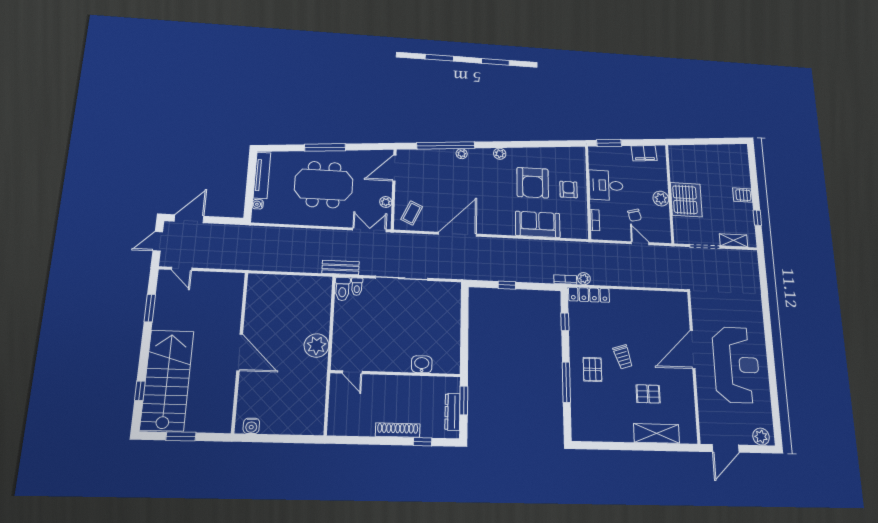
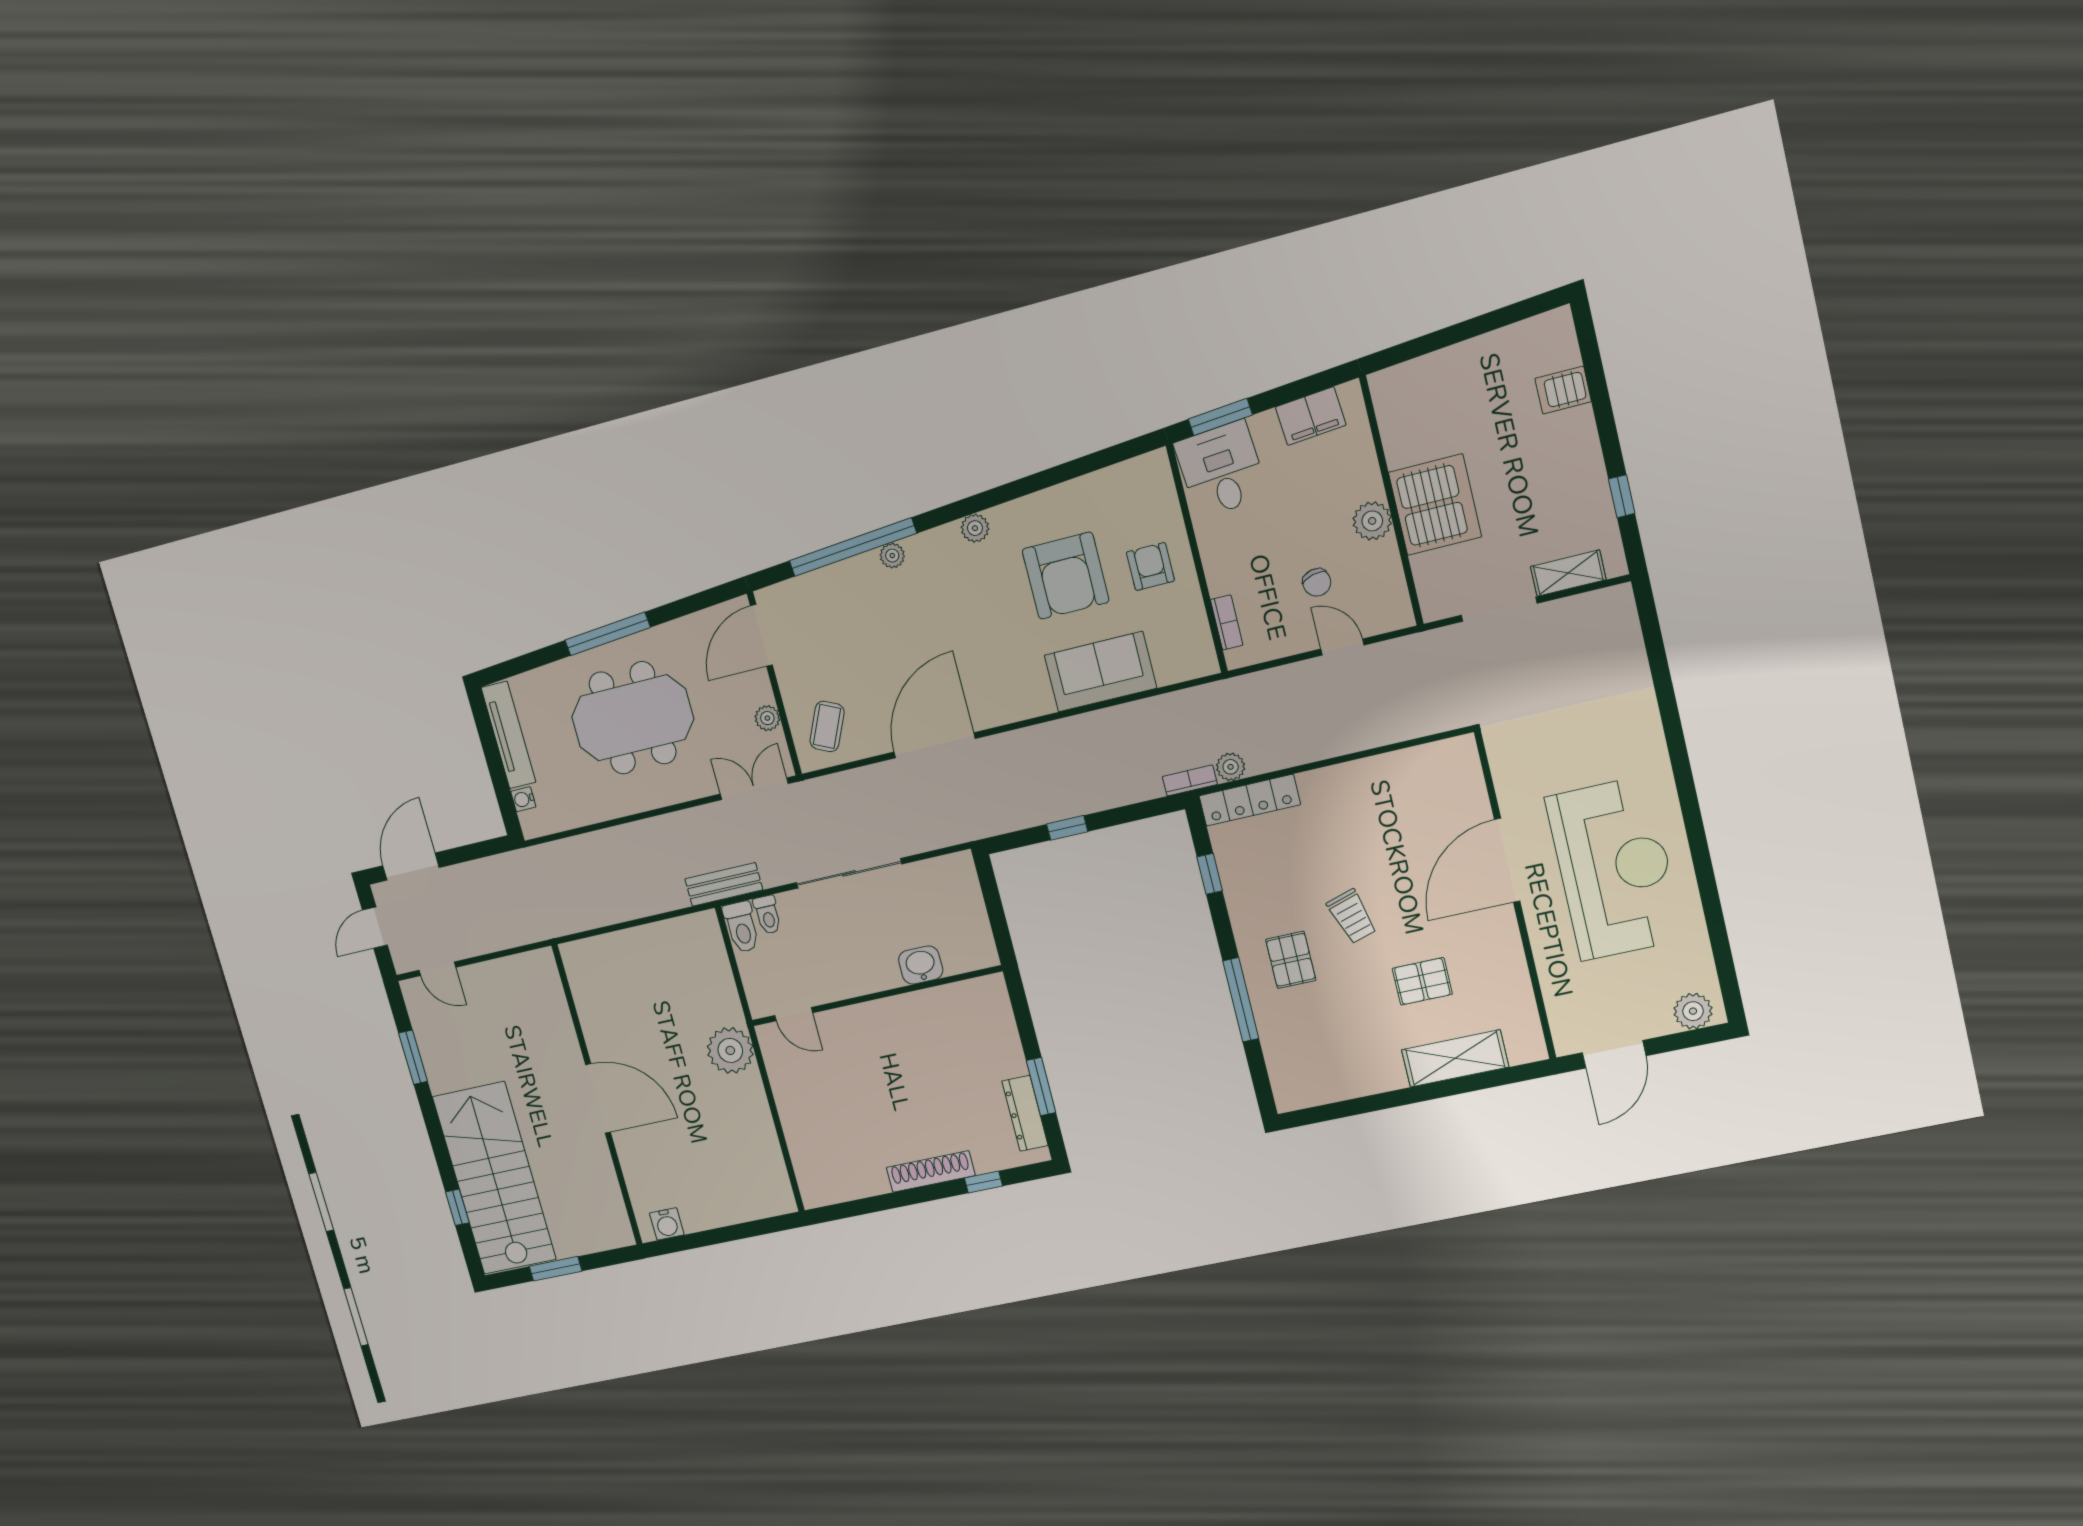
desk: (606, 185) -> (1221, 469), moved, turned 85
server rack: (743, 195) -> (1563, 390), moved
washbasin: (422, 364) -> (921, 965), moved
door: (352, 372) -> (794, 1014), moved
wall: (396, 374) -> (876, 996), moved

